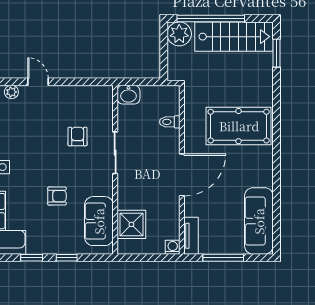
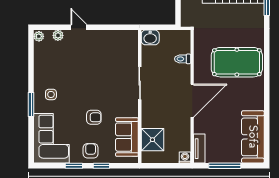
armchair: (78, 137) -> (91, 151), moved

